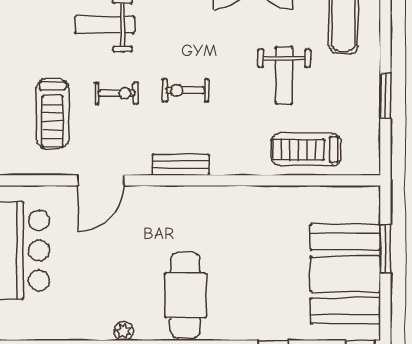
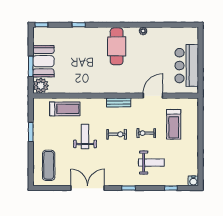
weight bench: (284, 75) -> (85, 137), moved
treadmill: (52, 114) -> (174, 124), turned 180
plant: (362, 204) -> (41, 86), added
booth: (345, 274) -> (43, 61), width x0.73, depth x0.70

